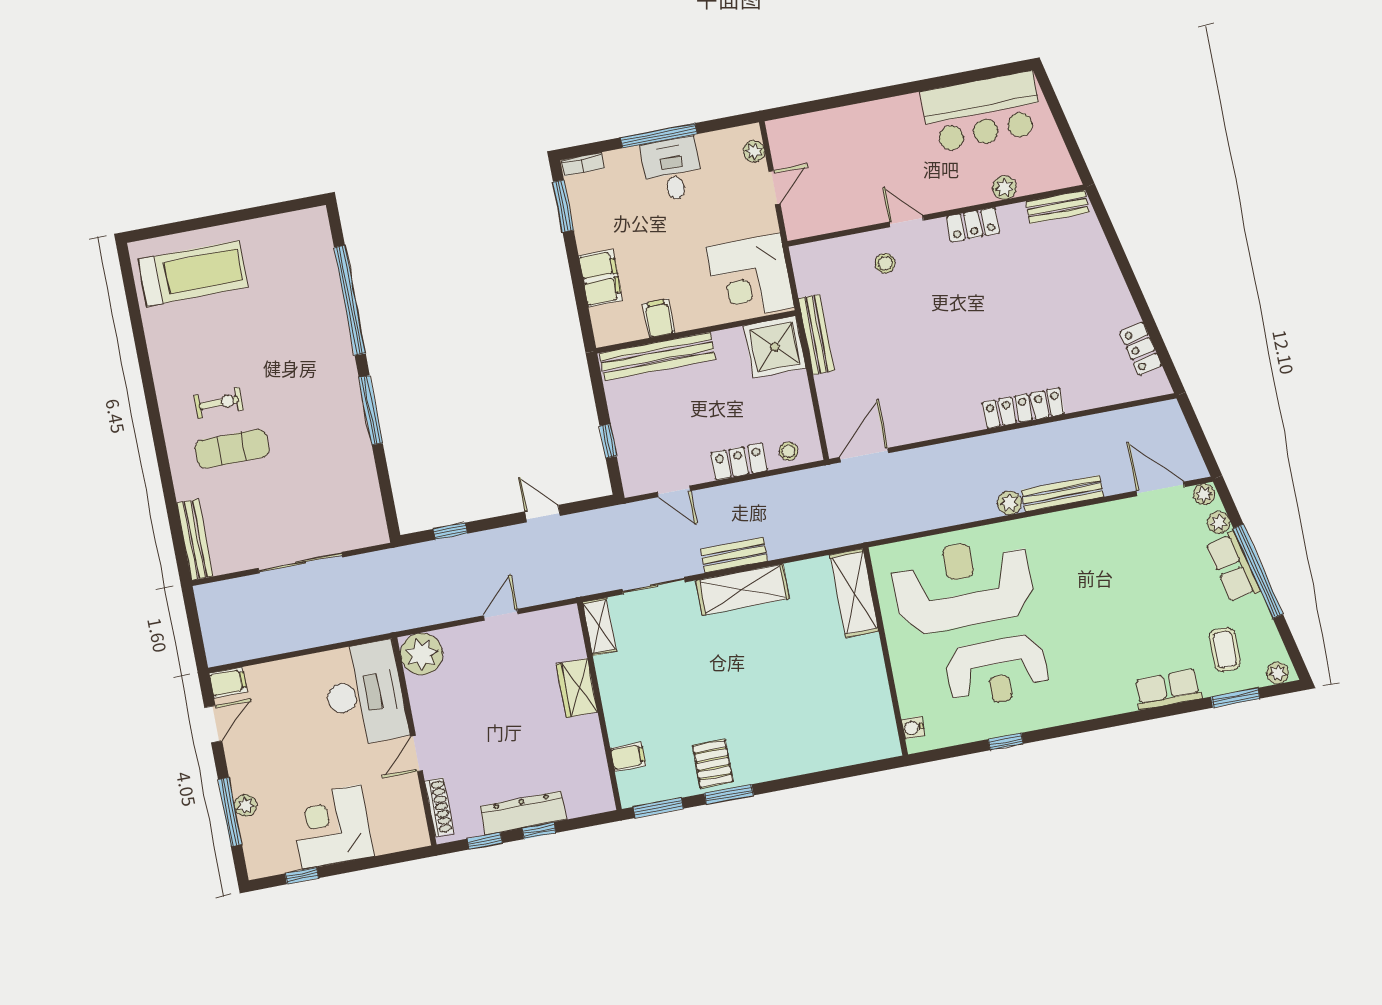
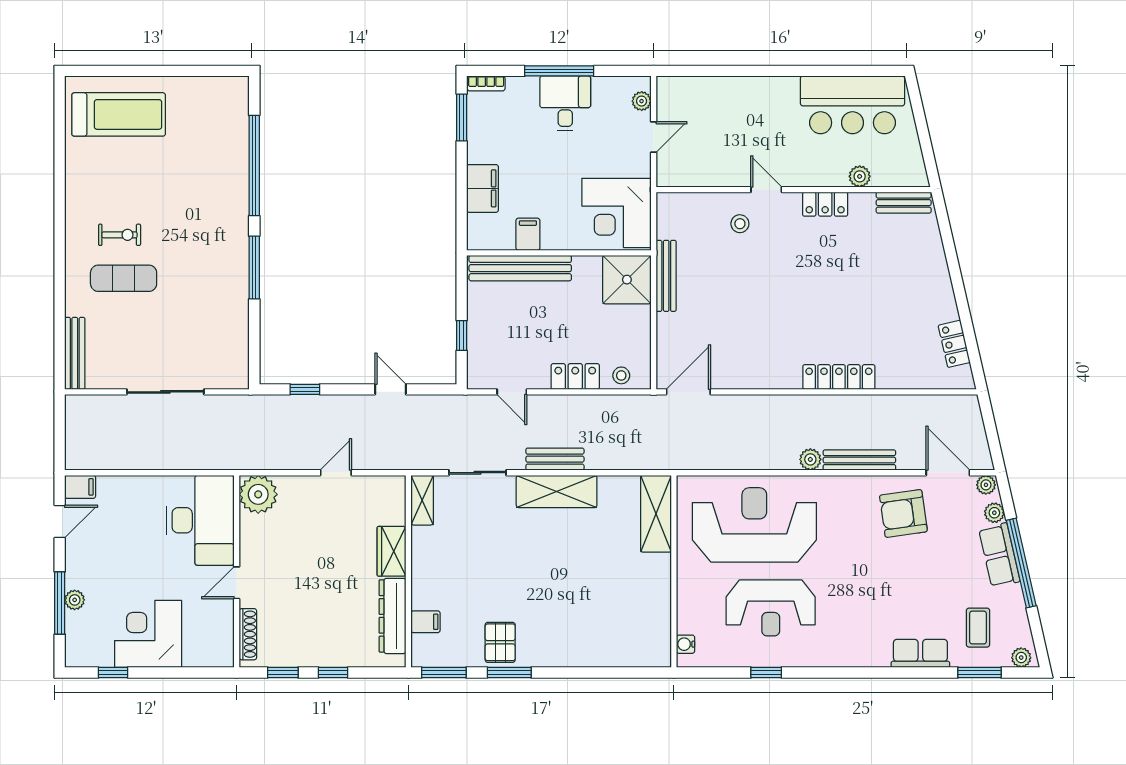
armchair: (1121, 542) -> (903, 513), added
dresser: (523, 813) -> (393, 616), moved, turned -90

